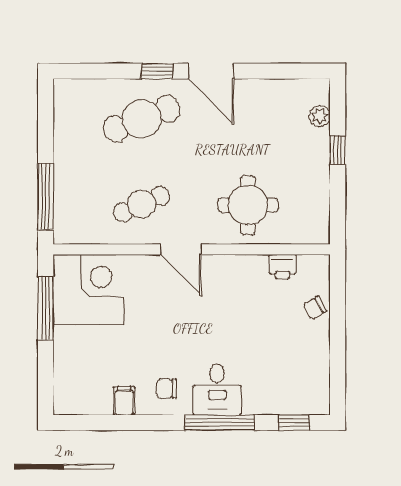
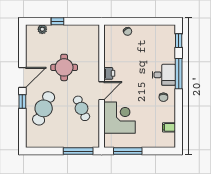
cafe table: (142, 119) -> (44, 108), turned 45
round table: (248, 205) -> (64, 67), moved
printer: (283, 267) -> (109, 73), moved
corner desk: (88, 290) -> (119, 118), moved, turned 90
filing cabinet: (124, 401) -> (169, 127), moved

